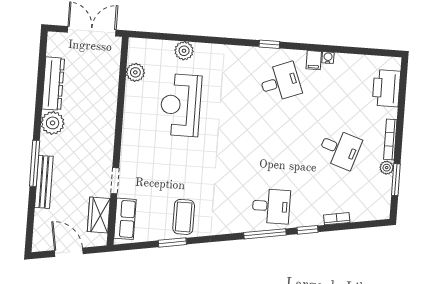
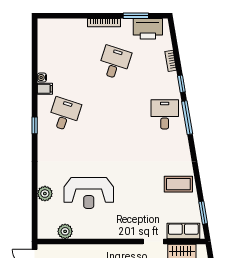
desk: (280, 82) -> (64, 114), turned 39
printer: (386, 88) -> (148, 29), moved
plant: (387, 168) -> (127, 24), removed
window: (172, 242) -> (203, 213), moved

